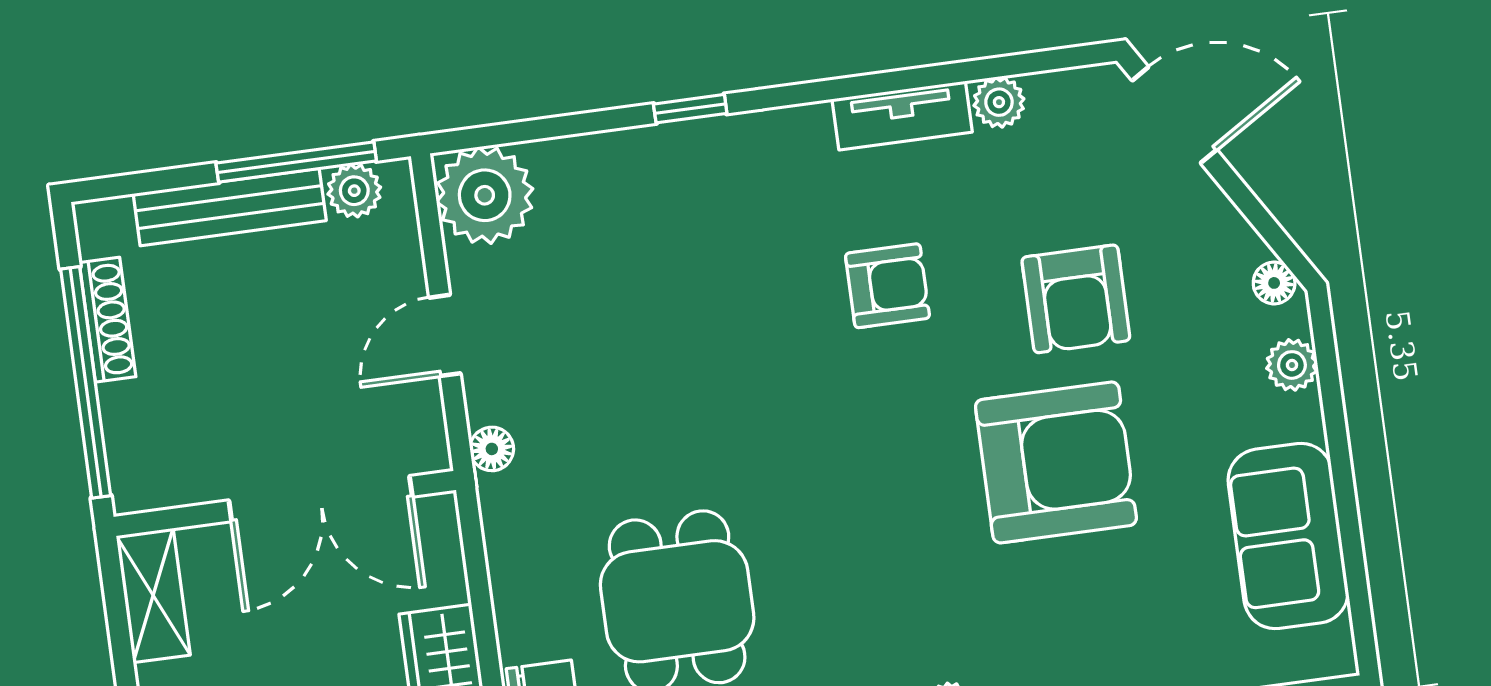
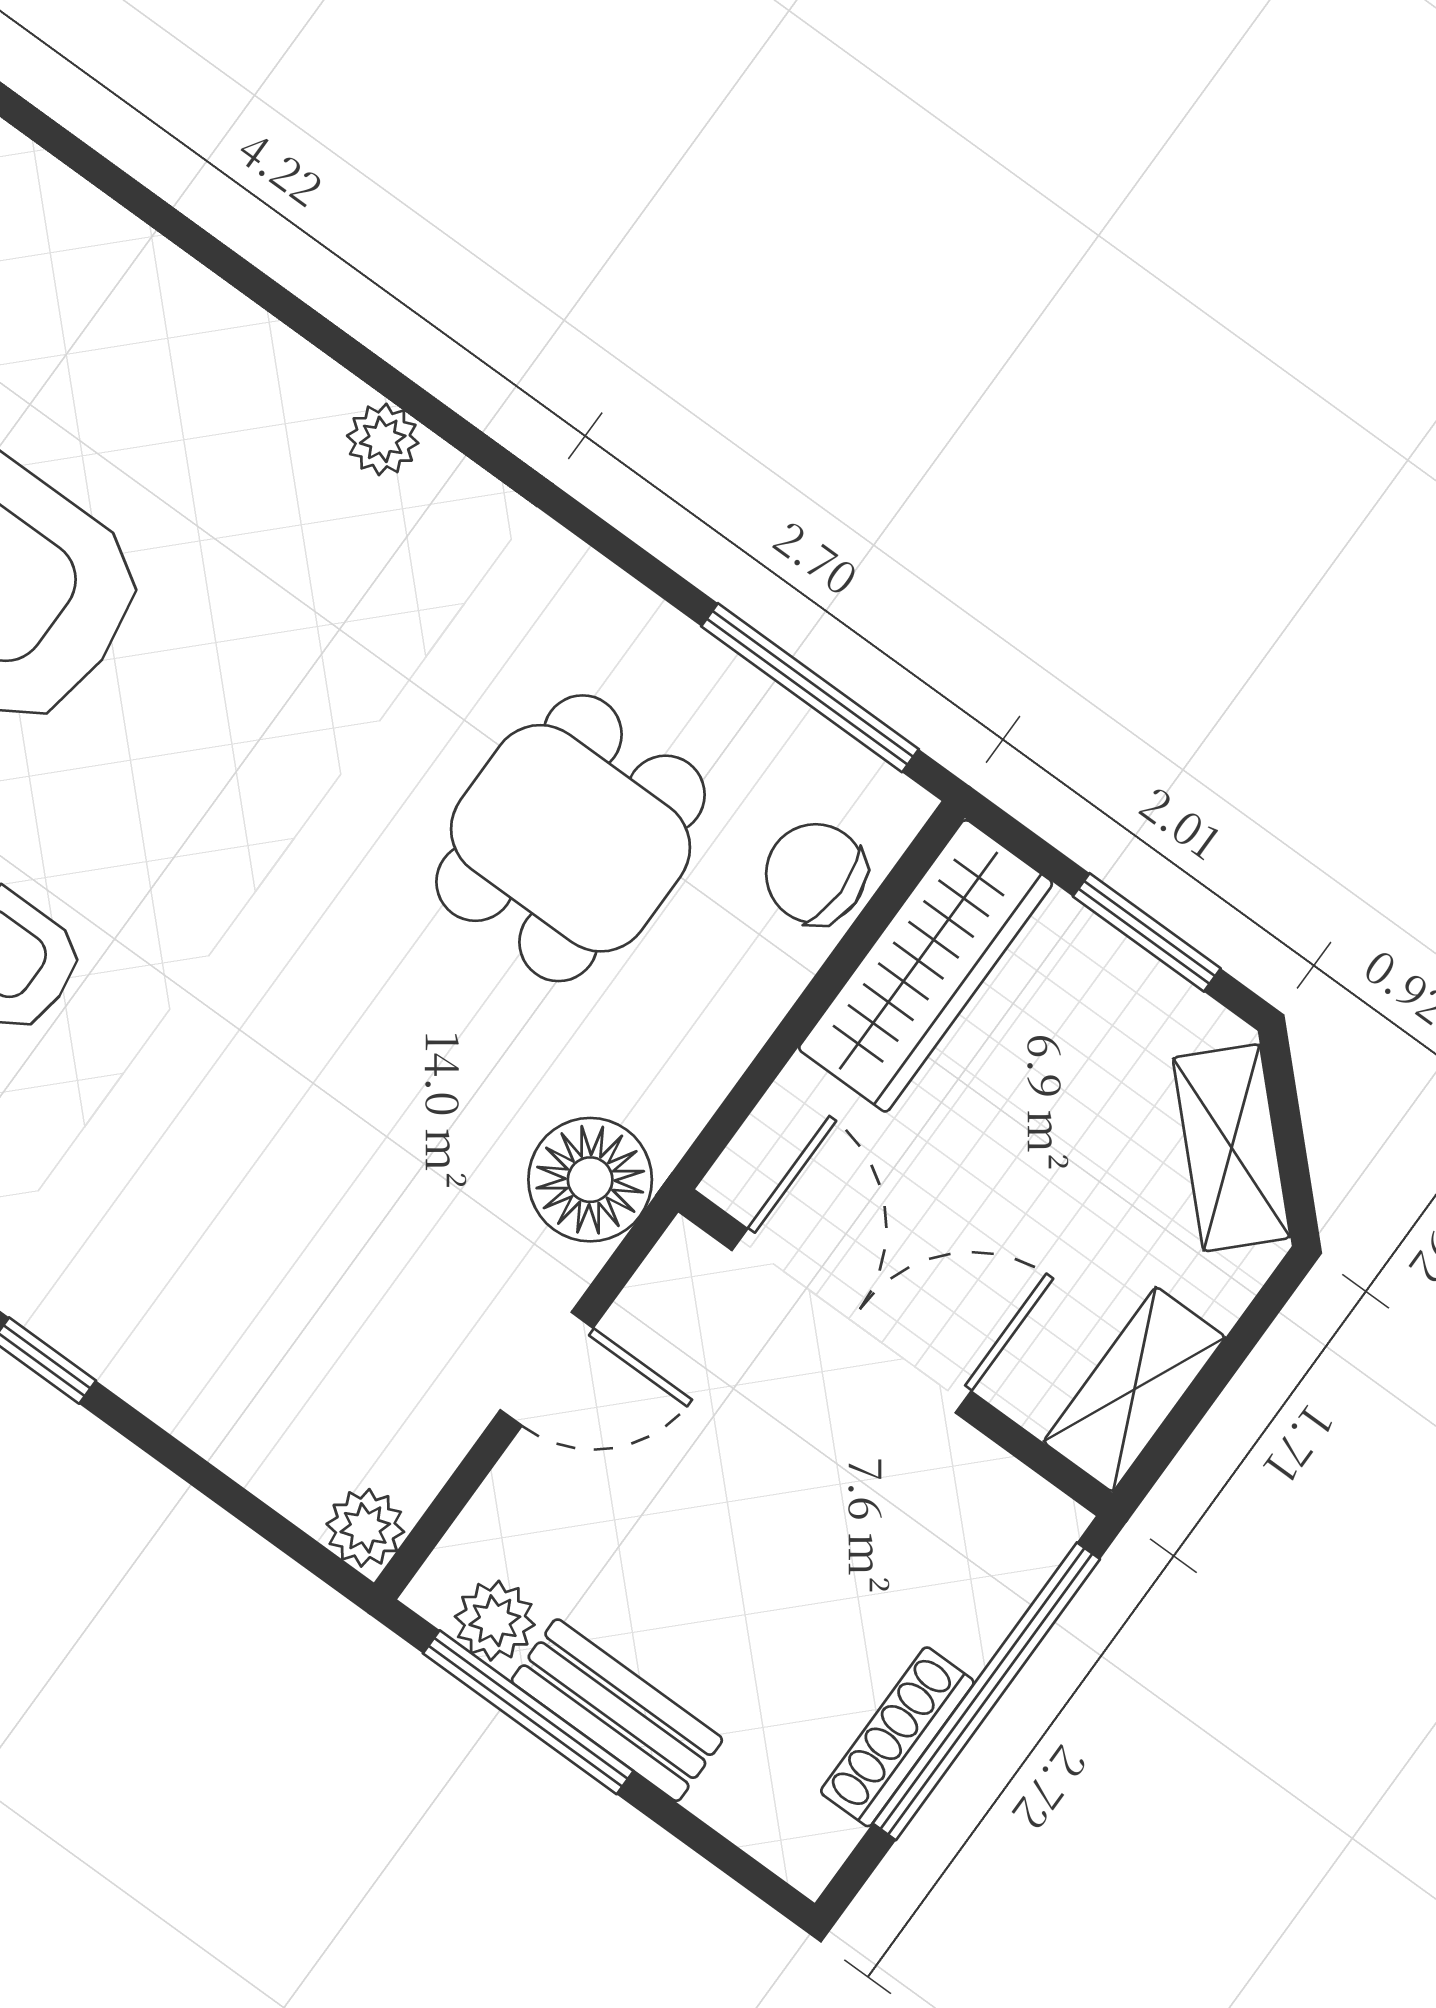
plant: (485, 195) -> (365, 1528), width x0.53, depth x0.53
bench: (230, 207) -> (617, 1710), width x0.73
floor lamp: (492, 449) -> (590, 1180), width x1.89, depth x1.89

